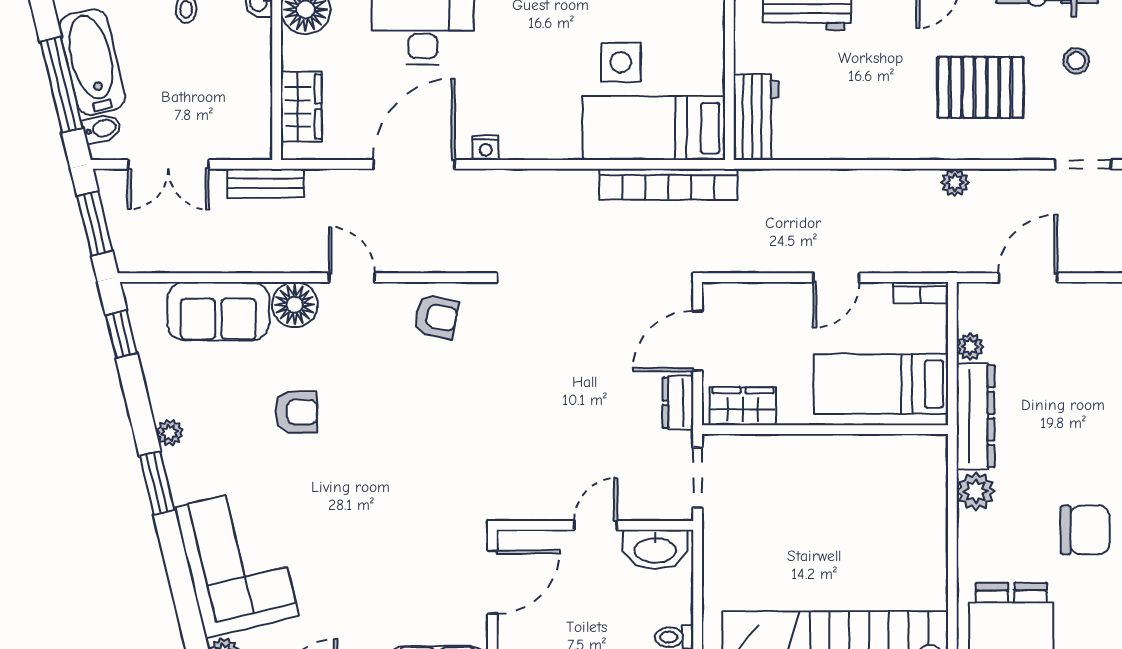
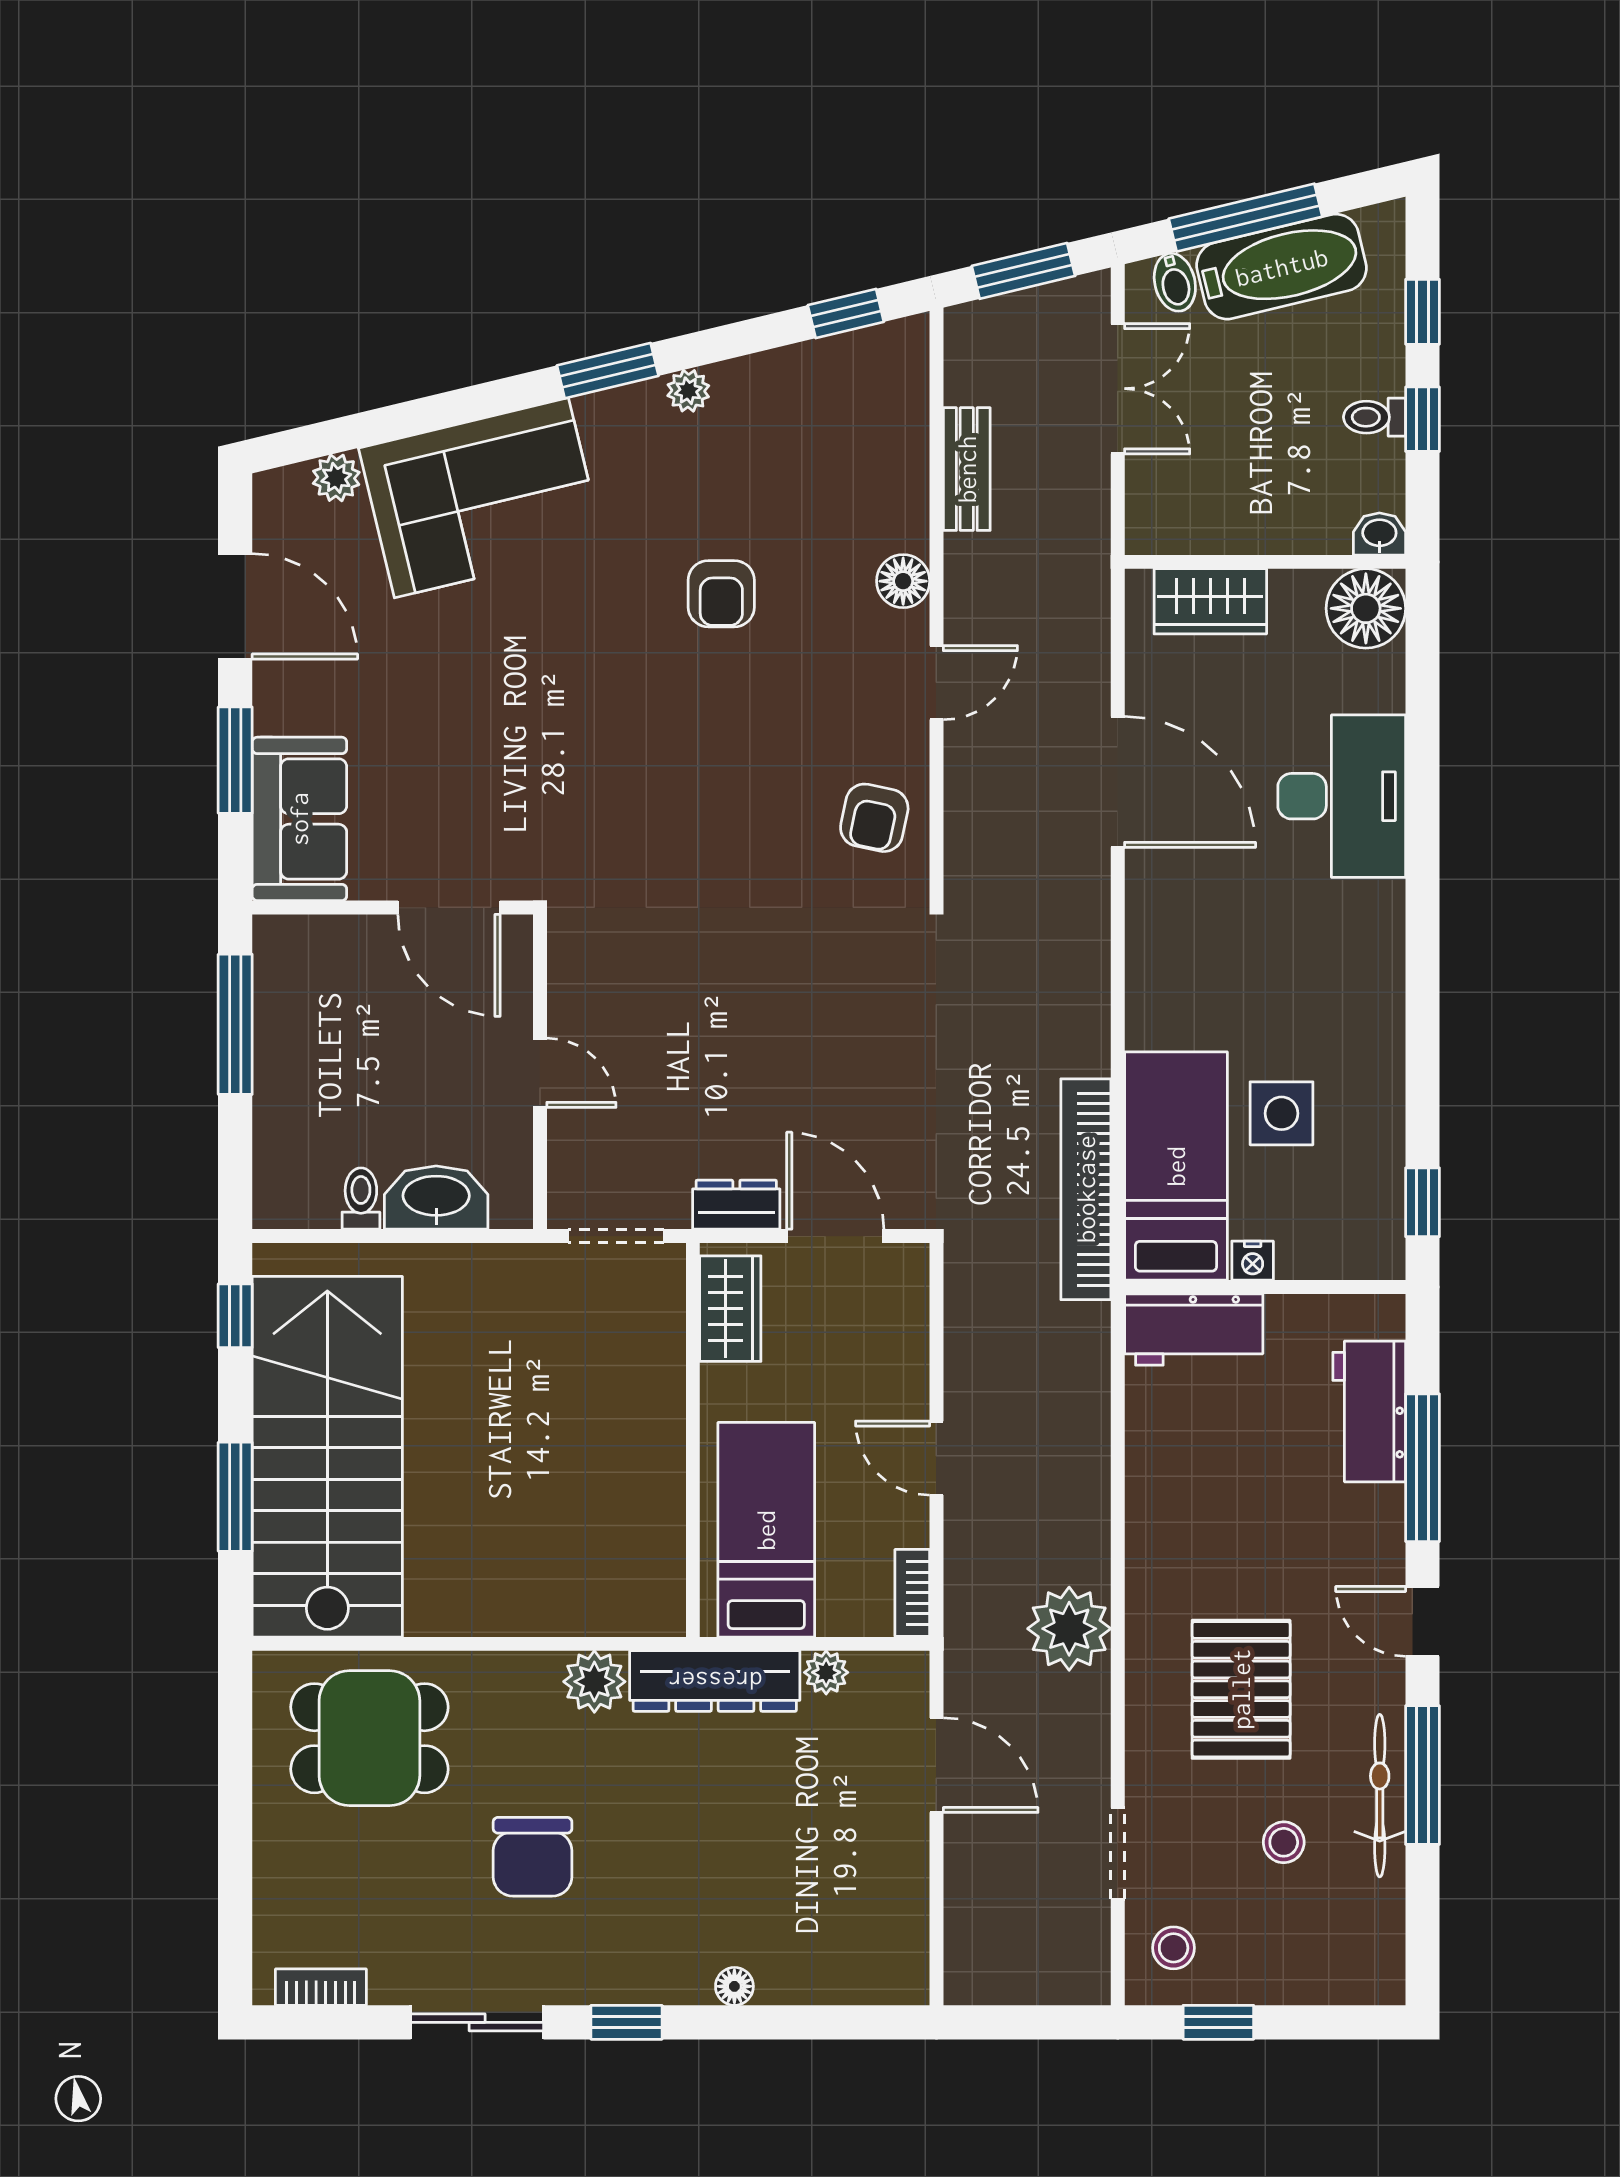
nightstand: (486, 148) -> (1253, 1261), moved, turned -90
double door: (168, 164) -> (1118, 389), swing flipped
bench: (266, 183) -> (967, 469), moved
plant: (955, 183) -> (1069, 1629), width x1.88, depth x1.88
floor lamp: (295, 305) -> (903, 581), width x0.73, depth x0.73
sofa: (218, 311) -> (883, 469), removed
washbasin: (655, 549) -> (436, 1198), moved, turned 90

